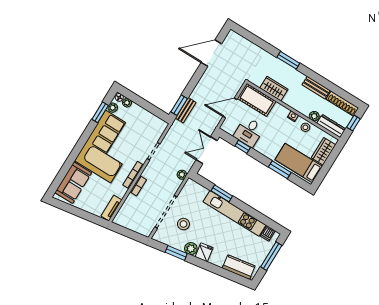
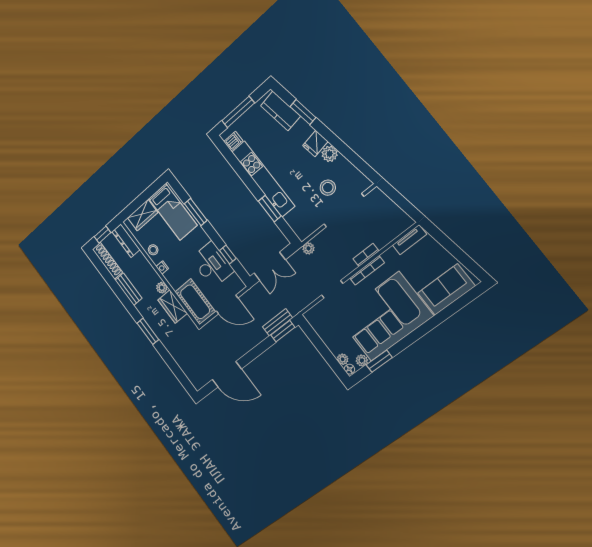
plant: (314, 116) -> (162, 288), moved
desk: (249, 132) -> (212, 265), width x1.37
window: (176, 253) -> (303, 112), moved

